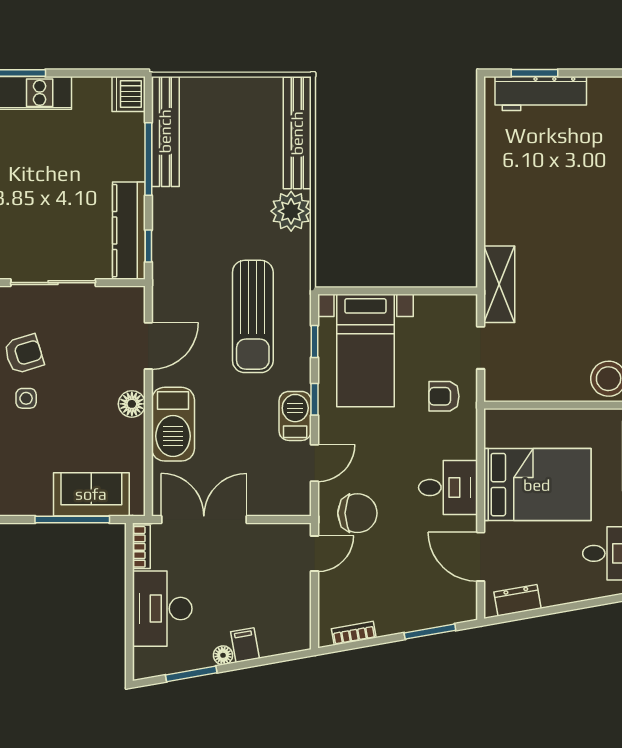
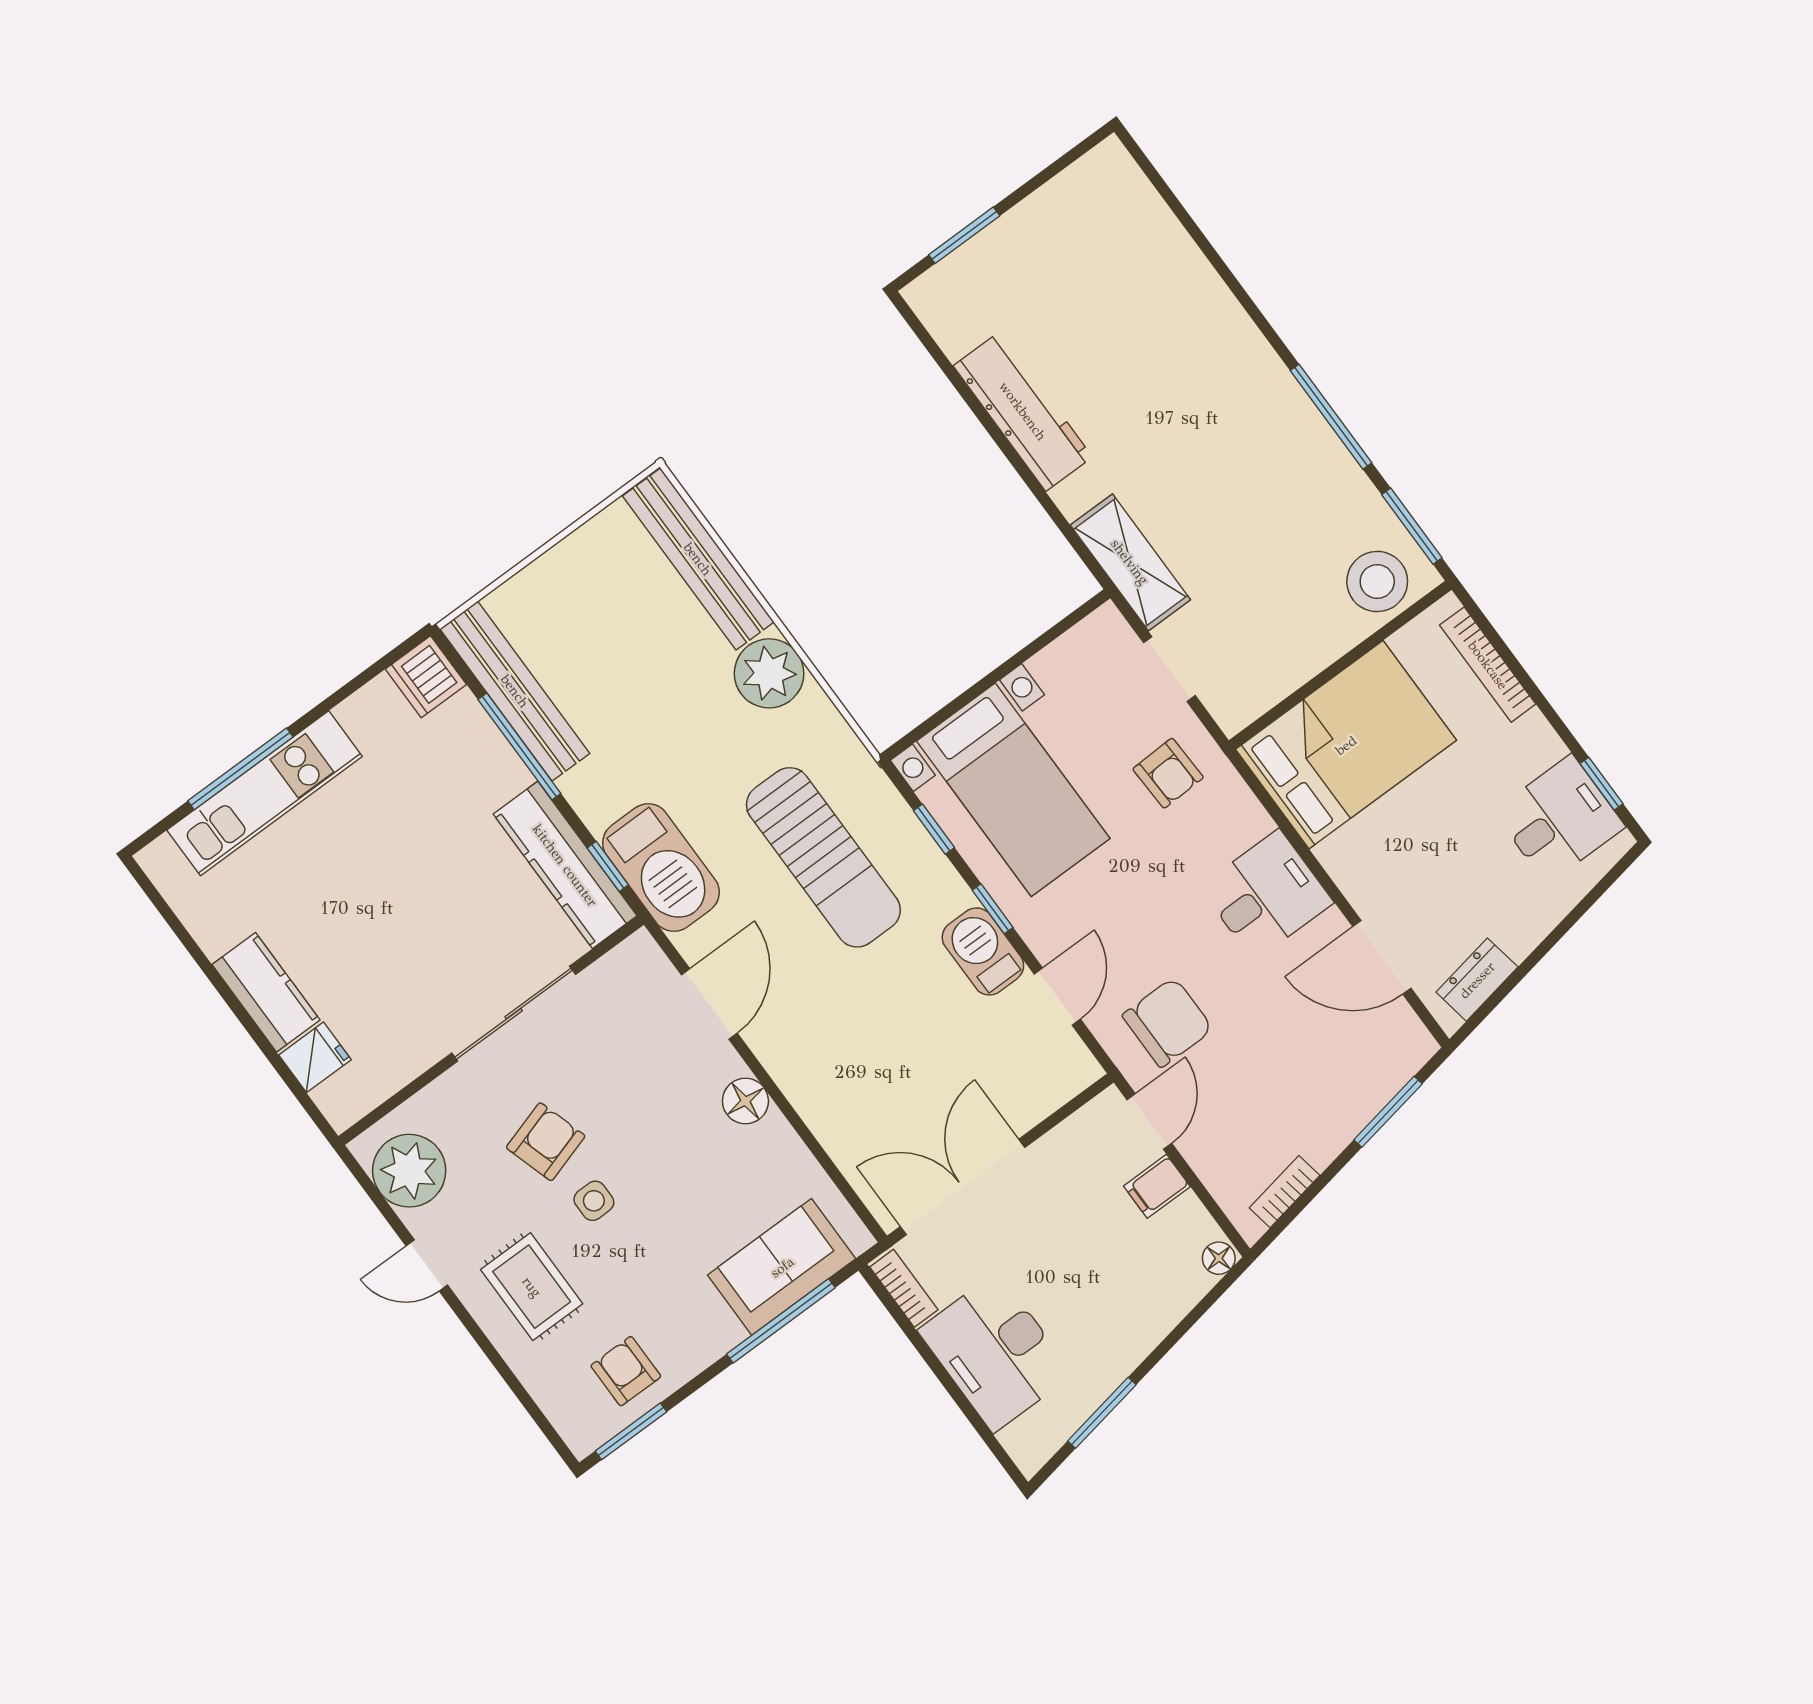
workbench: (541, 93) -> (1023, 411), moved, turned -90
armchair: (444, 396) -> (1168, 773), turned -92
barbecue: (173, 424) -> (661, 868), moved
bed: (537, 485) -> (1346, 745), moved
filing cabinet: (245, 645) -> (1157, 1186), moved, turned -80
floor lamp: (223, 655) -> (1219, 1258), moved

